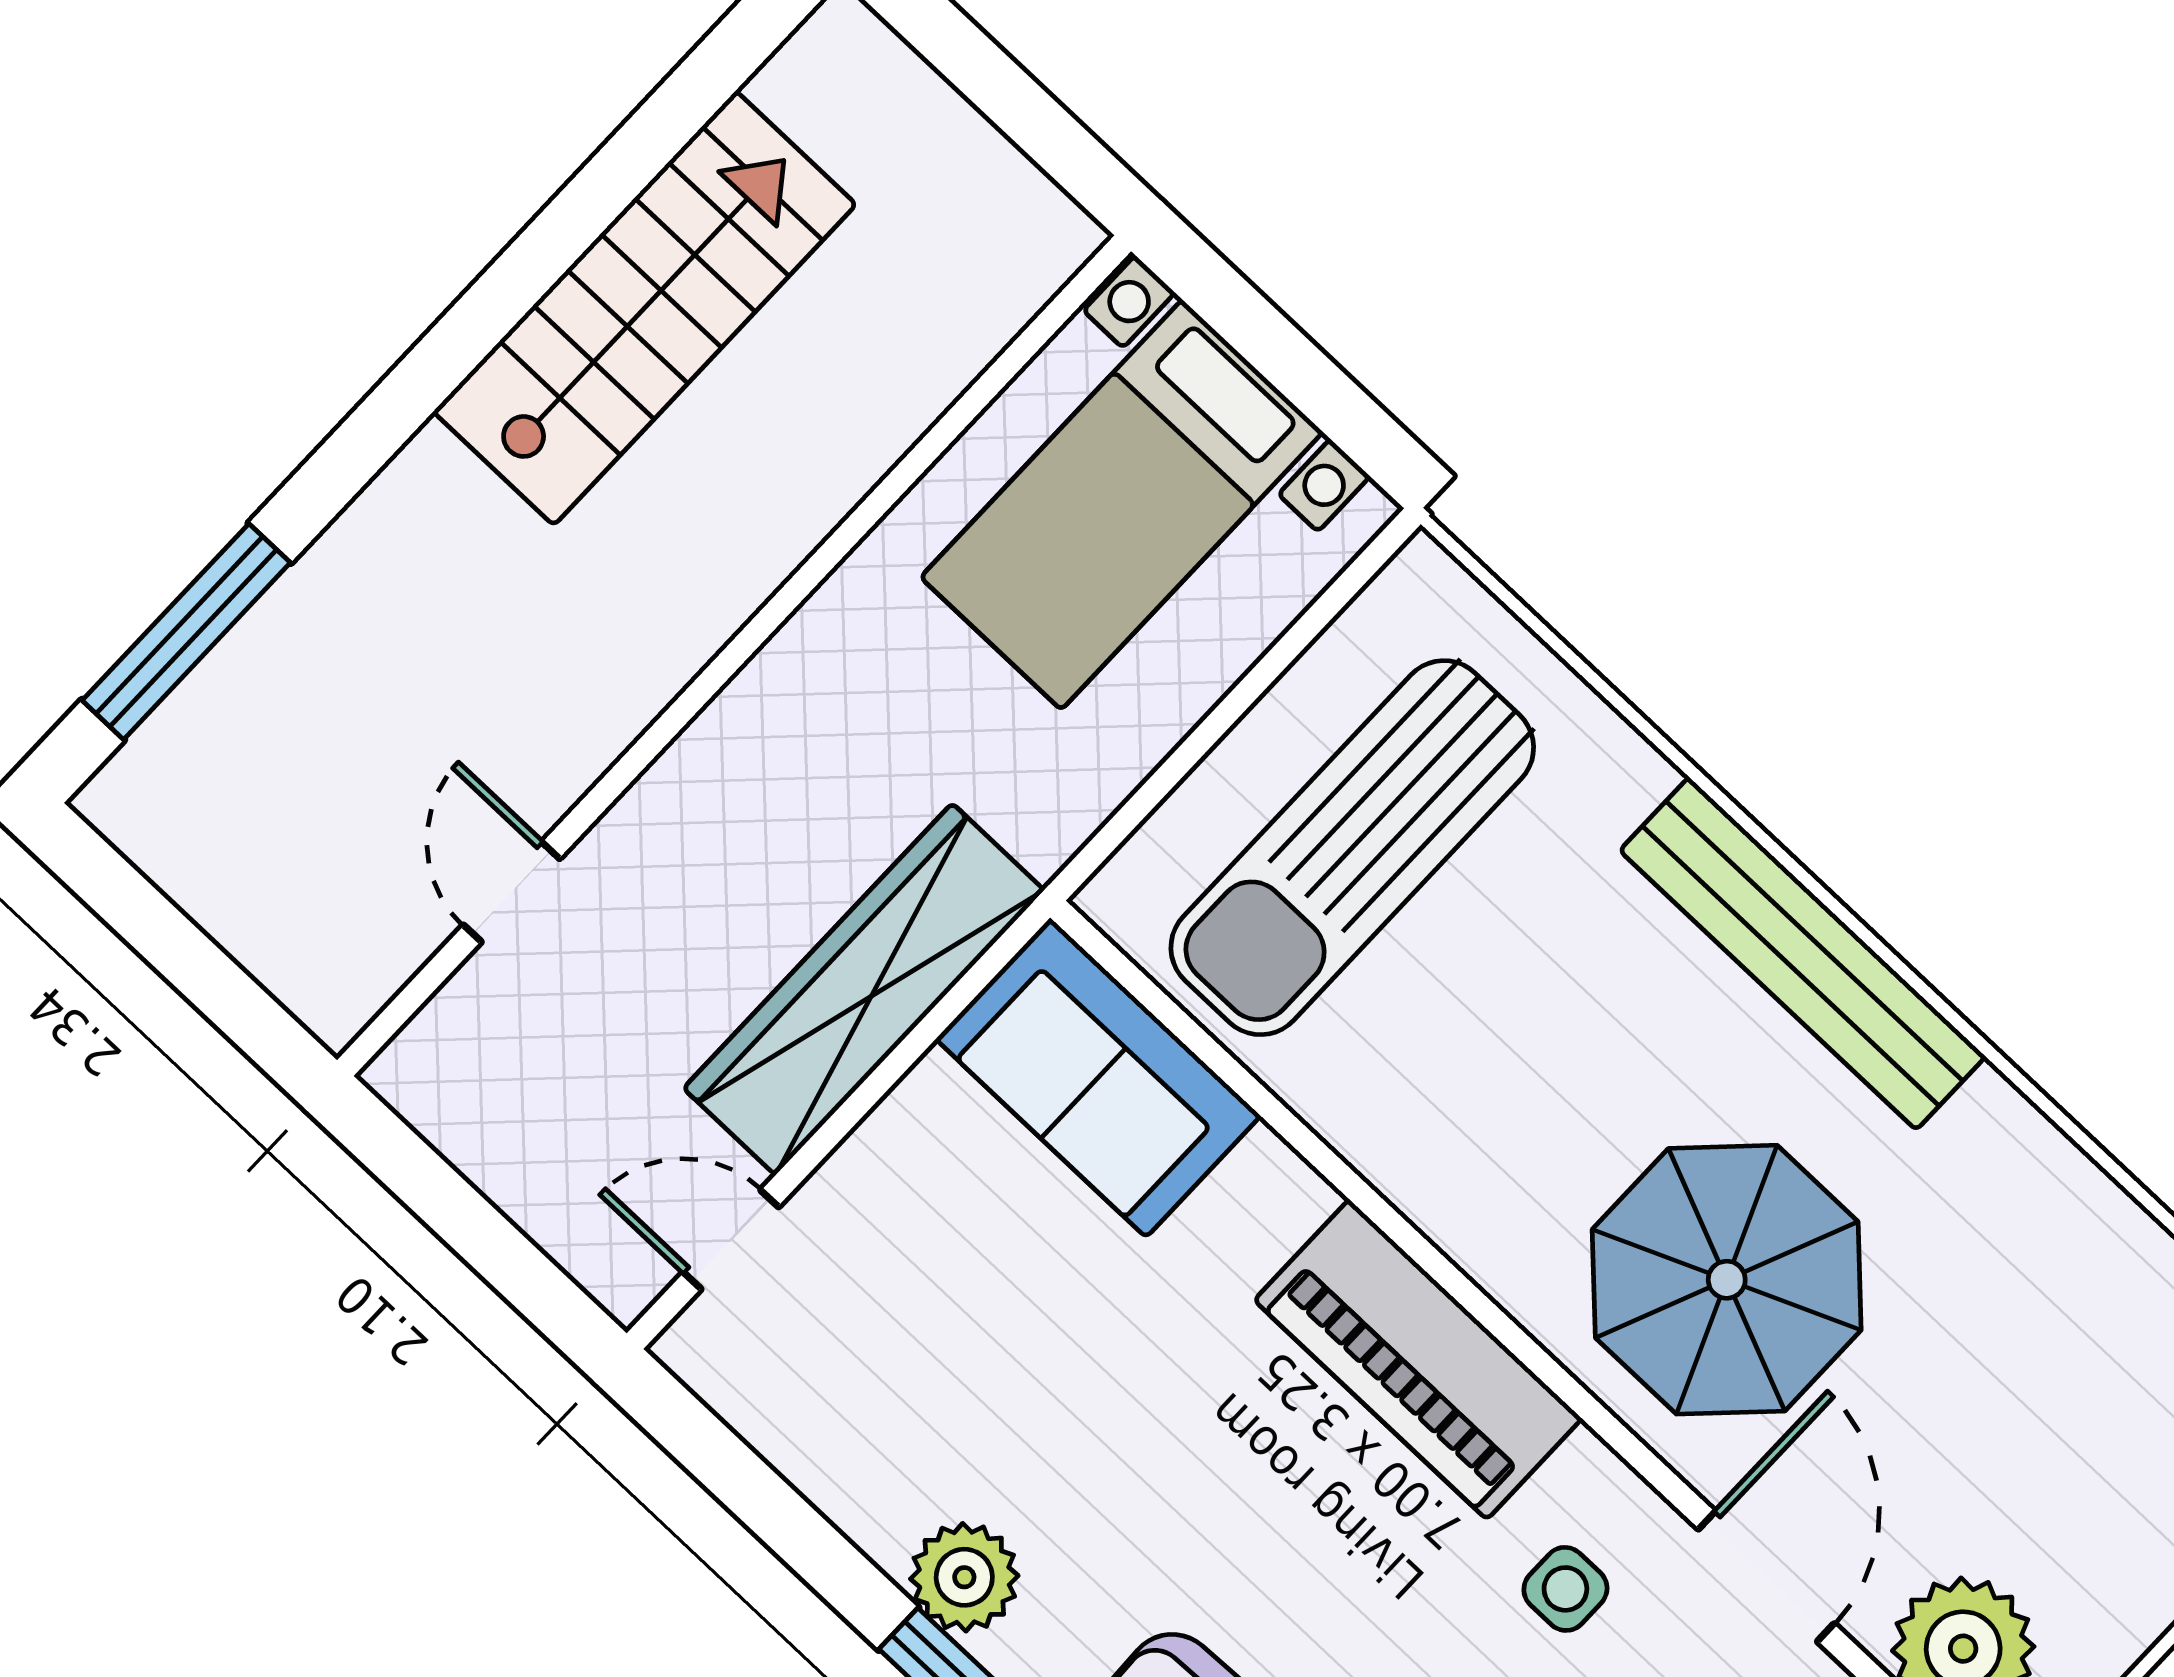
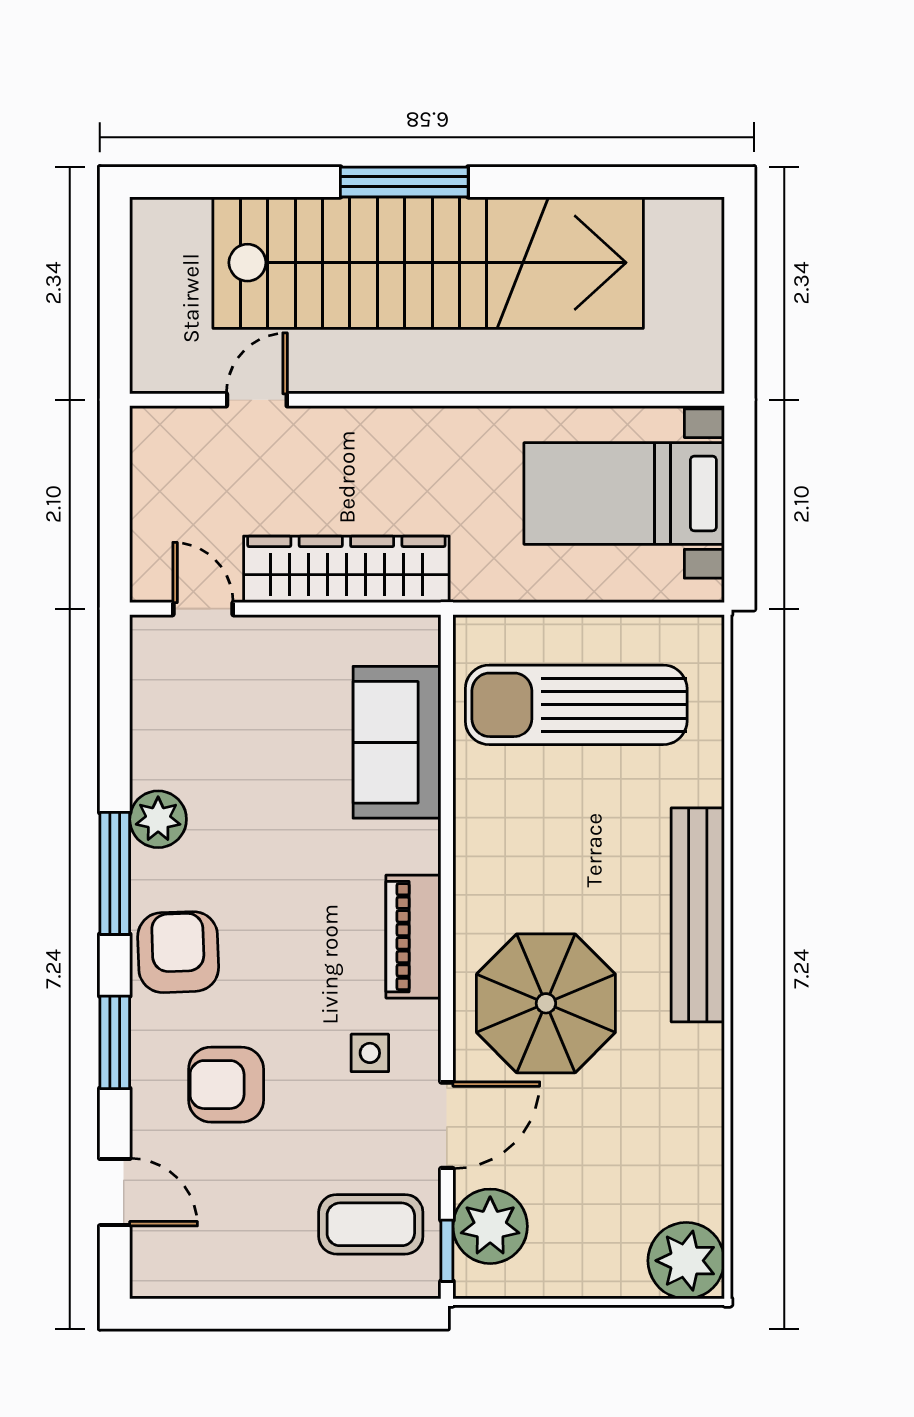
stairs: (645, 308) -> (428, 263), width x1.86, depth x1.51
window: (186, 632) -> (404, 182), moved
sofa: (1098, 1077) -> (397, 742), moved
piano: (1418, 1359) -> (413, 937), width x0.73, depth x0.75

